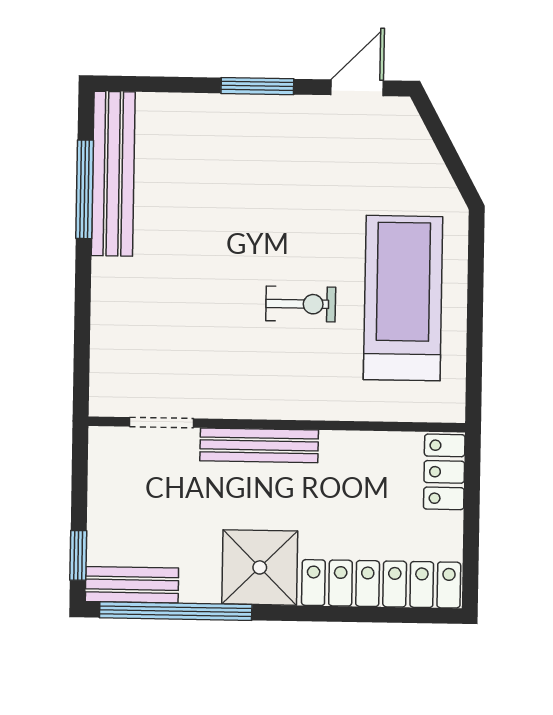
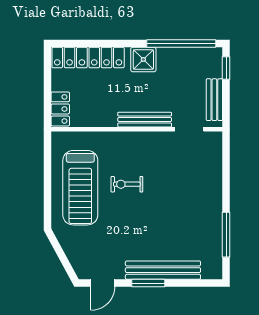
bench: (113, 174) -> (163, 270), moved, turned 90
shower: (260, 567) -> (143, 59), width x0.73, depth x0.73
bench: (132, 585) -> (214, 100), moved, turned 90

